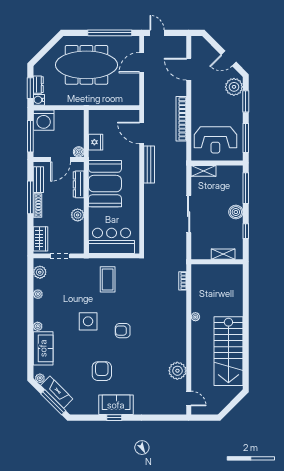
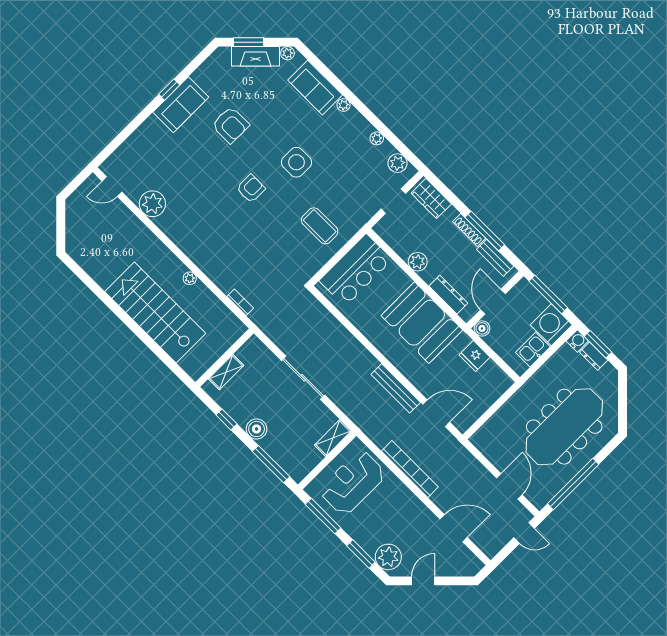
kitchen sink: (64, 117) -> (533, 350), added
stairs: (228, 351) -> (155, 312), moved
window: (53, 402) -> (249, 42), width x0.69

